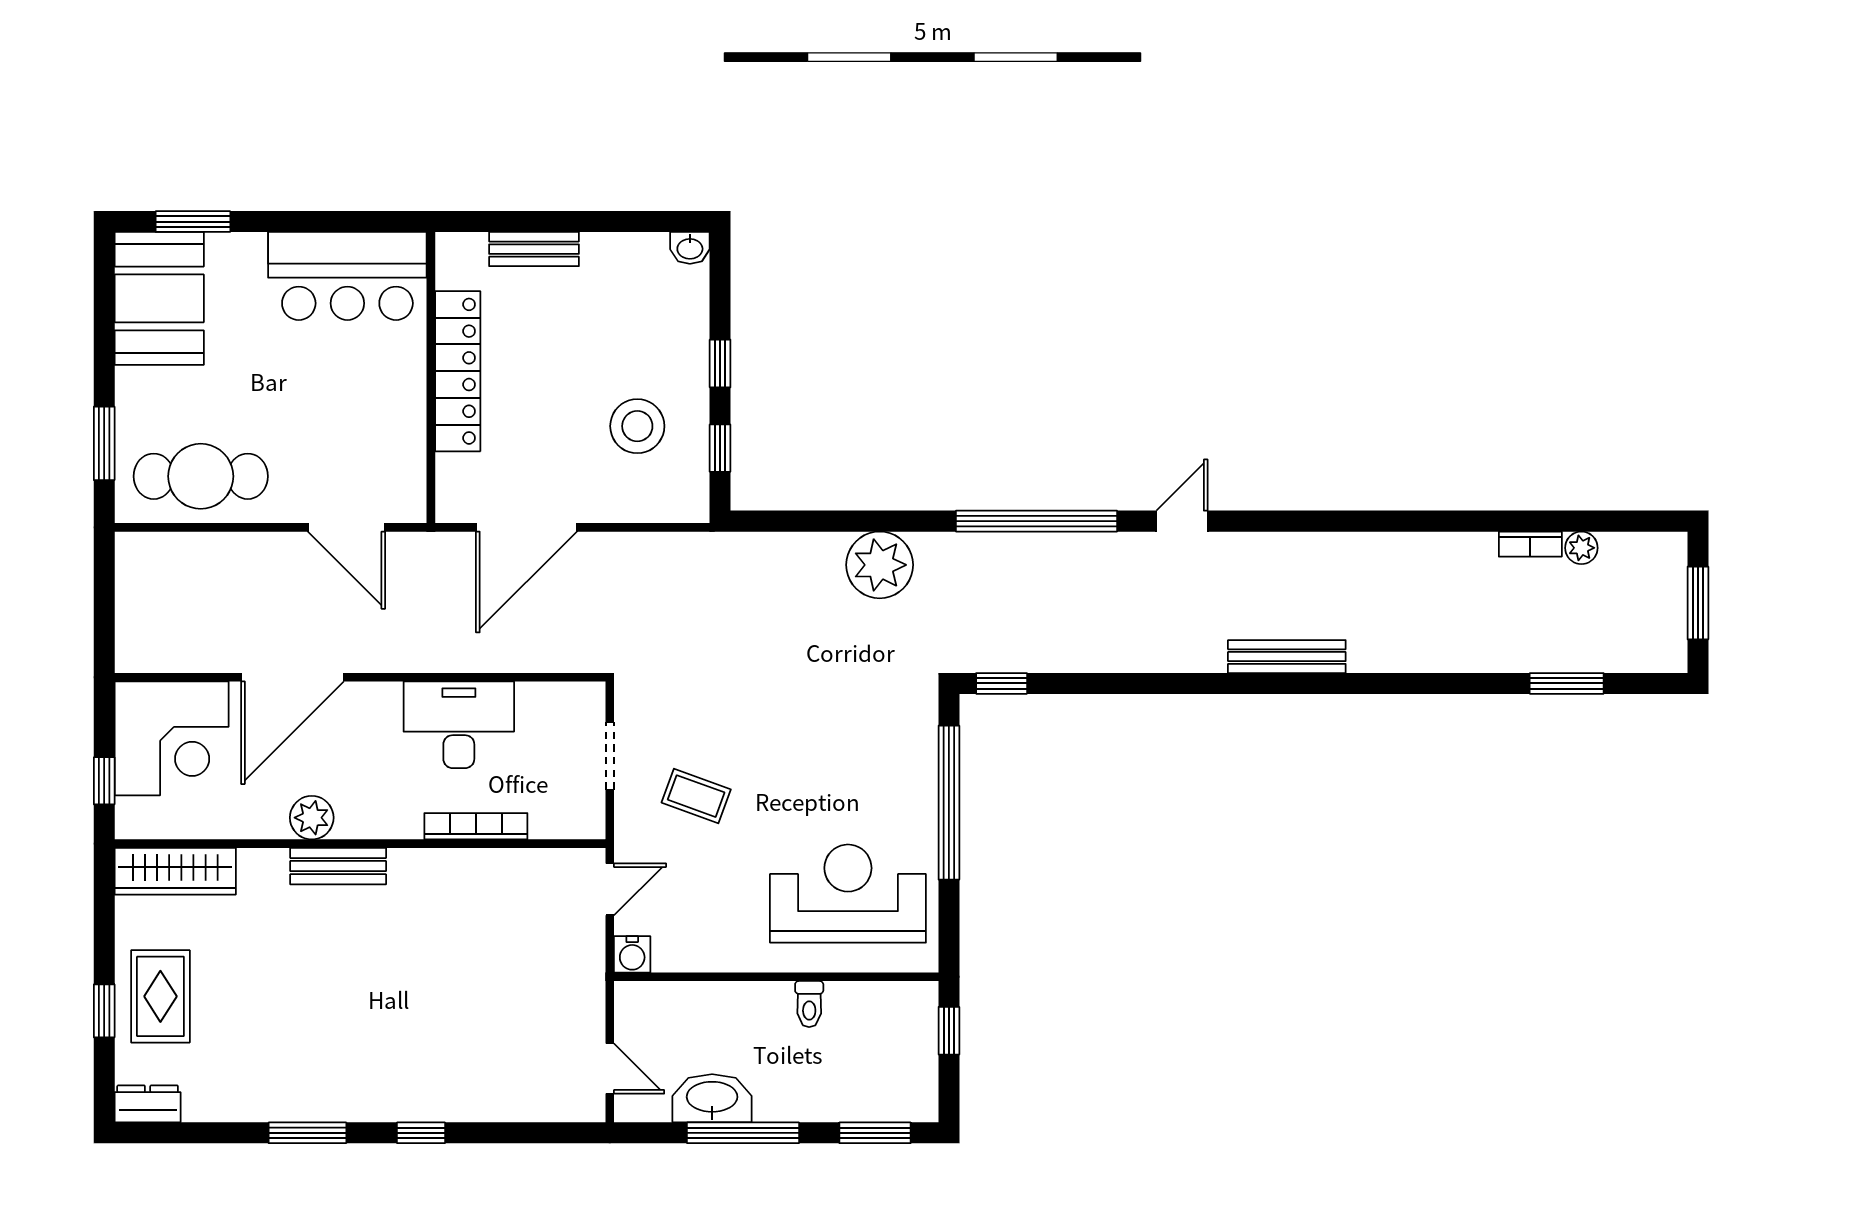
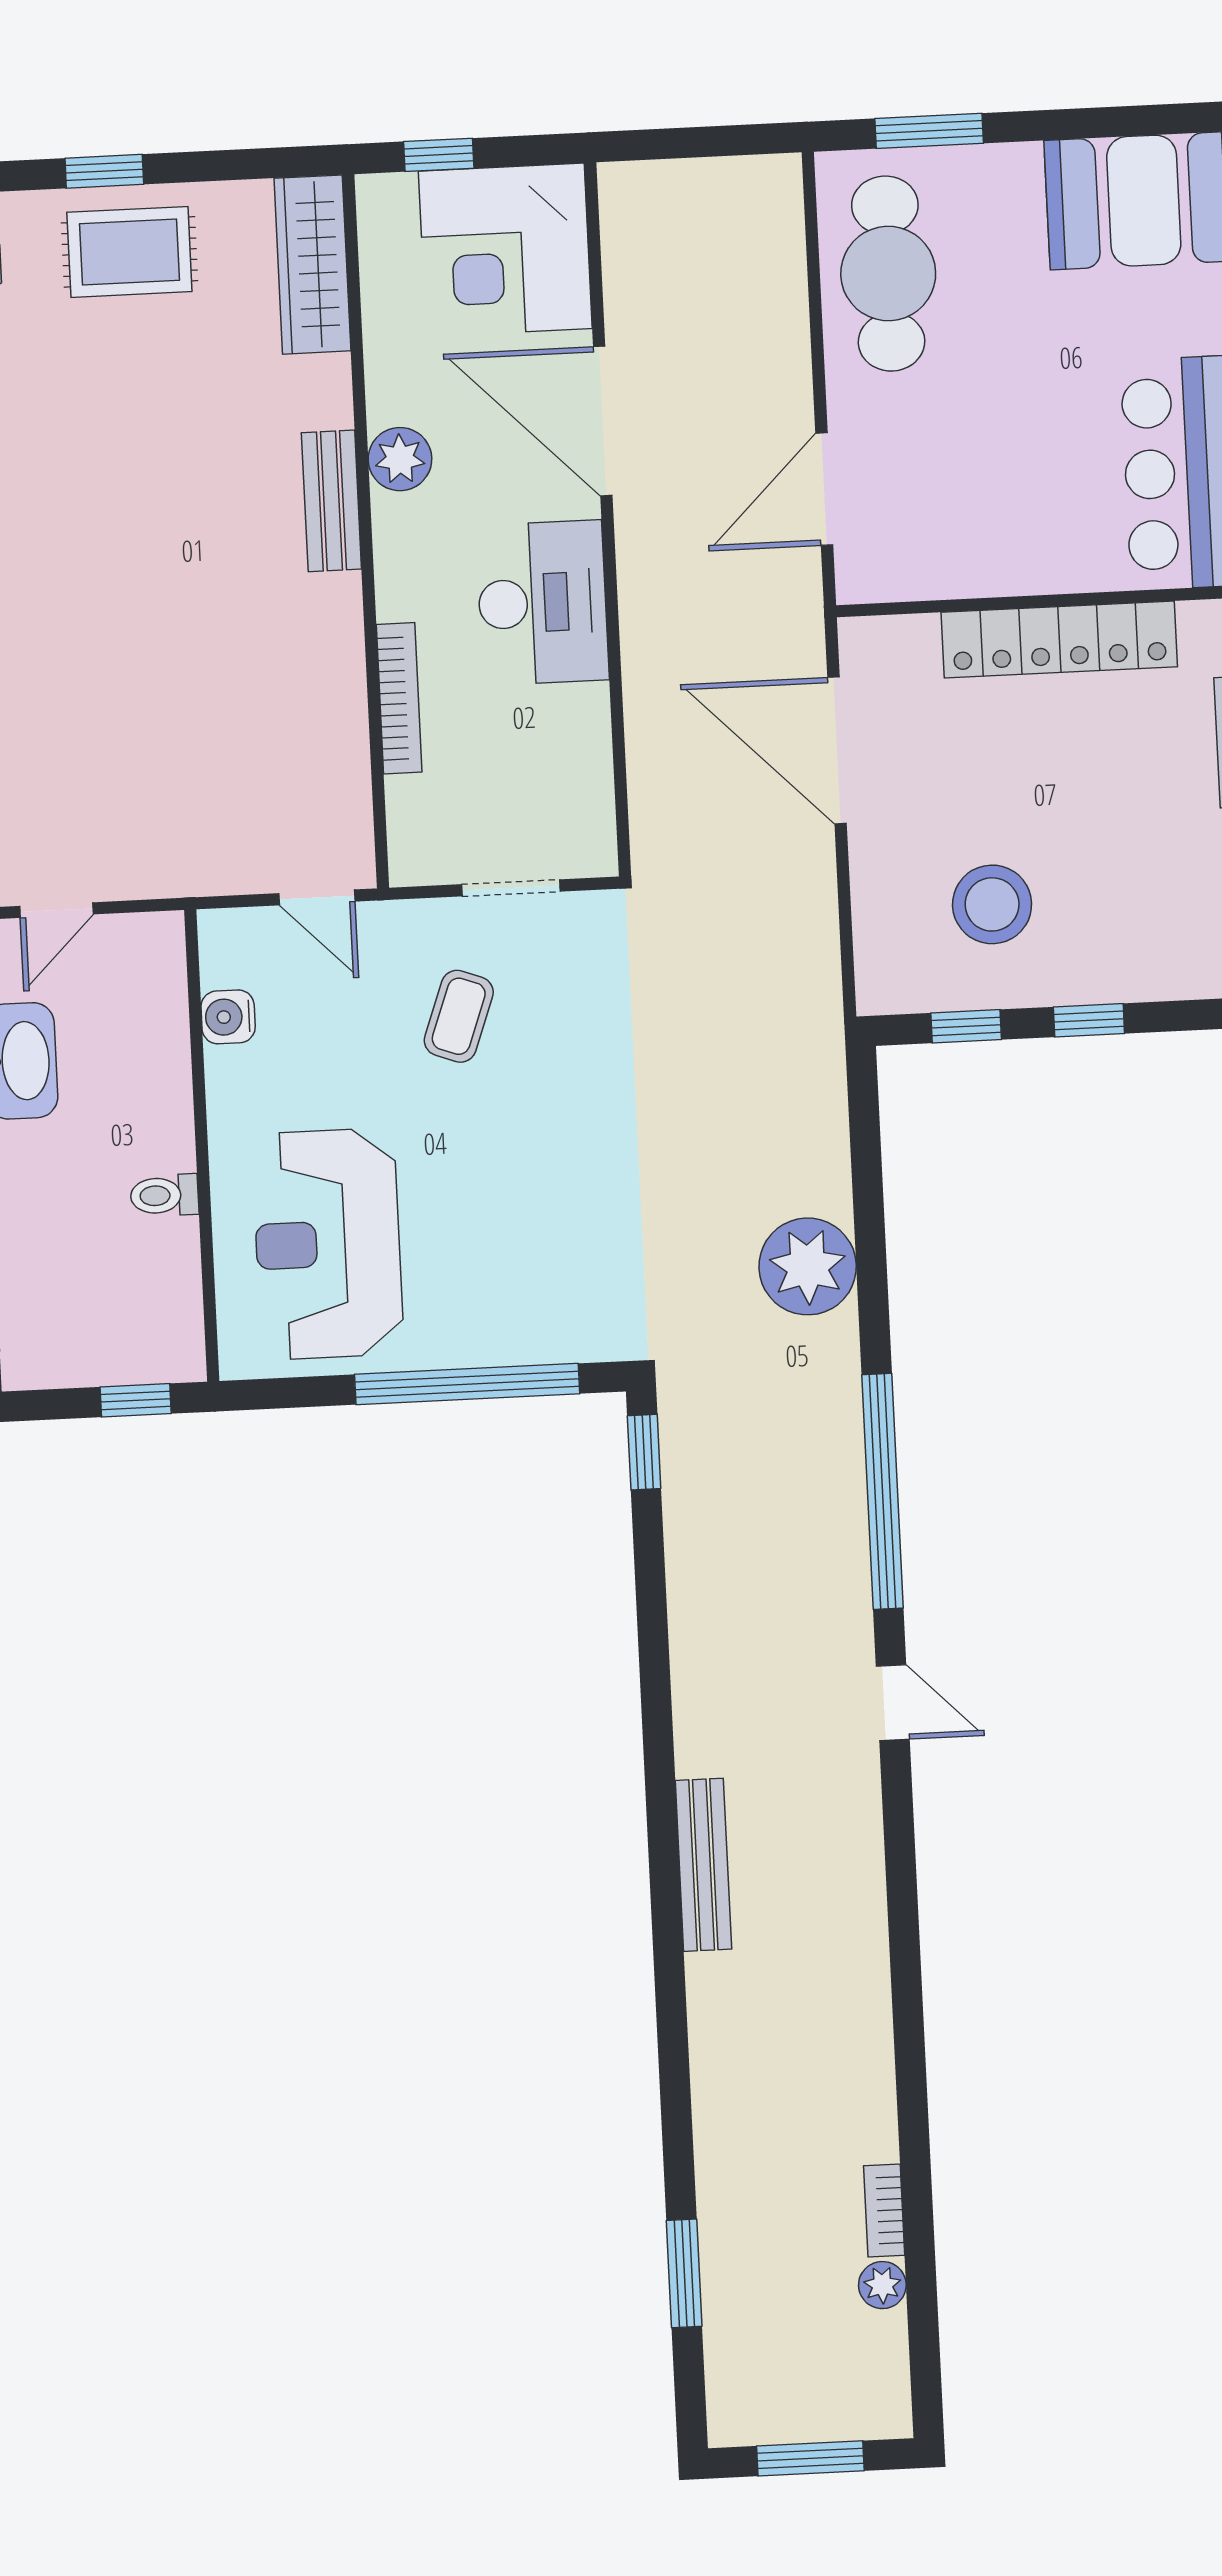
desk: (459, 725) -> (542, 603), moved
reception desk: (848, 894) -> (328, 1244), turned 180
water cooler: (632, 954) -> (228, 1017), moved

